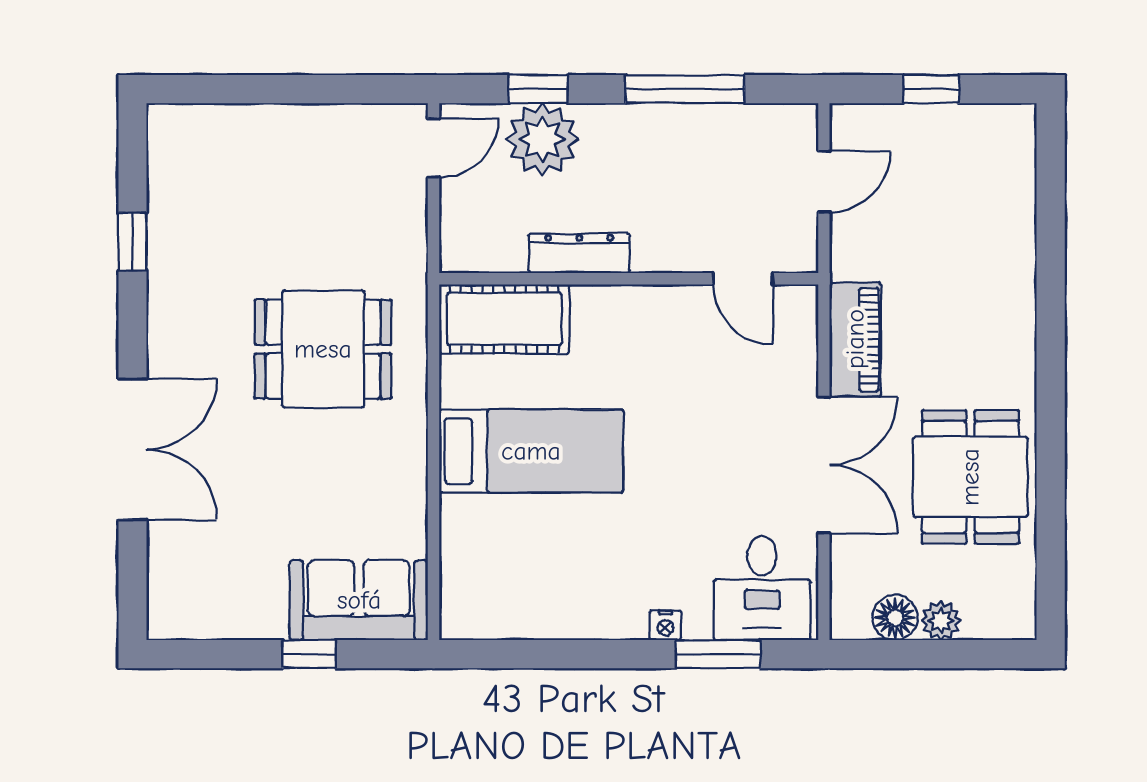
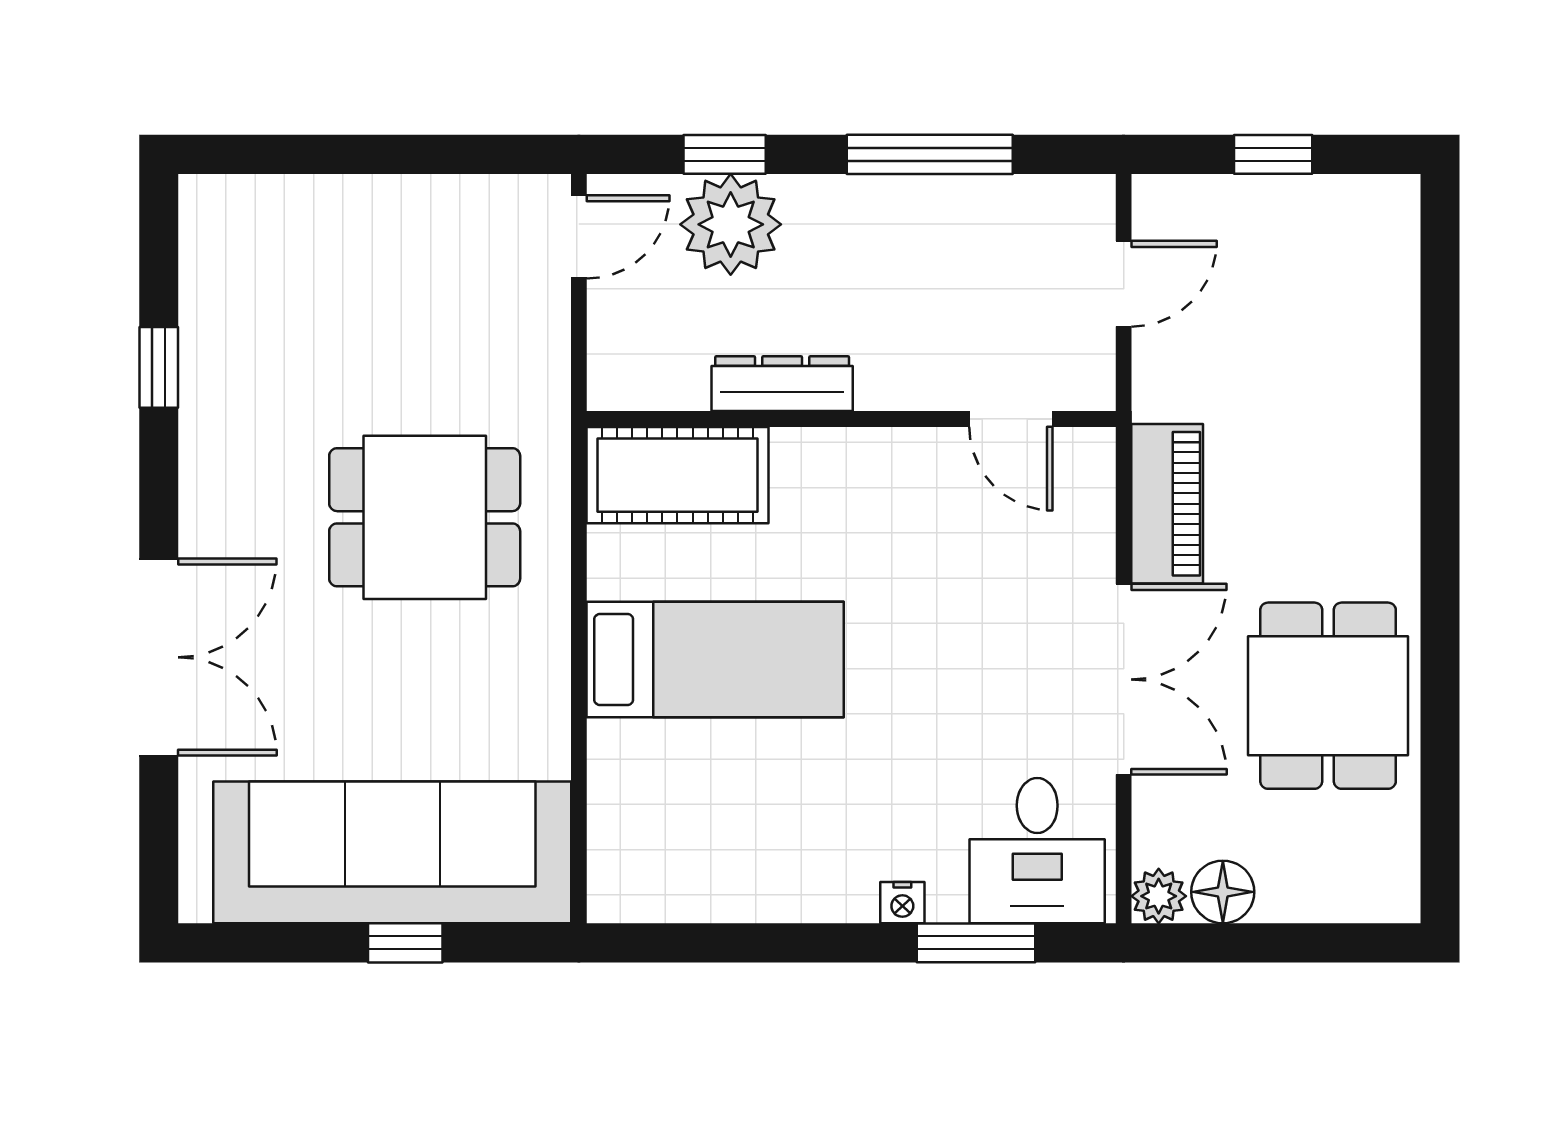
sofa: (359, 600) -> (392, 852), width x1.85, depth x1.27
plant: (941, 621) -> (1159, 896), moved

